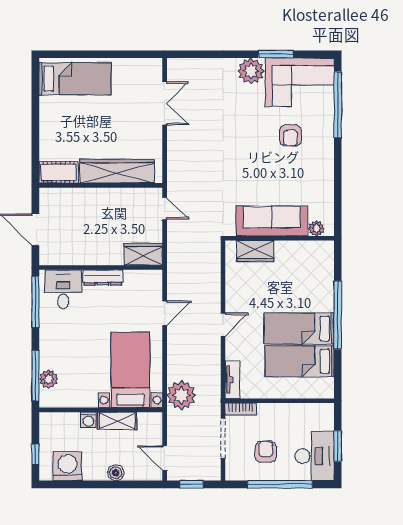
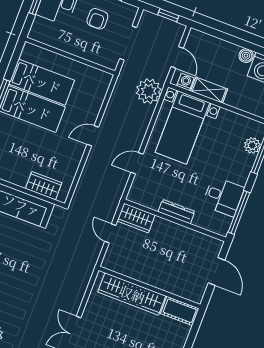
door: (165, 208) -> (110, 233), moved
desk: (63, 289) -> (223, 196), moved, turned -90
tv unit: (232, 380) -> (102, 88), removed
bookcase: (241, 409) -> (105, 61), removed
washing machine: (88, 420) -> (185, 82), moved
door: (165, 458) -> (177, 57), moved
boiler: (116, 473) -> (246, 56), moved

